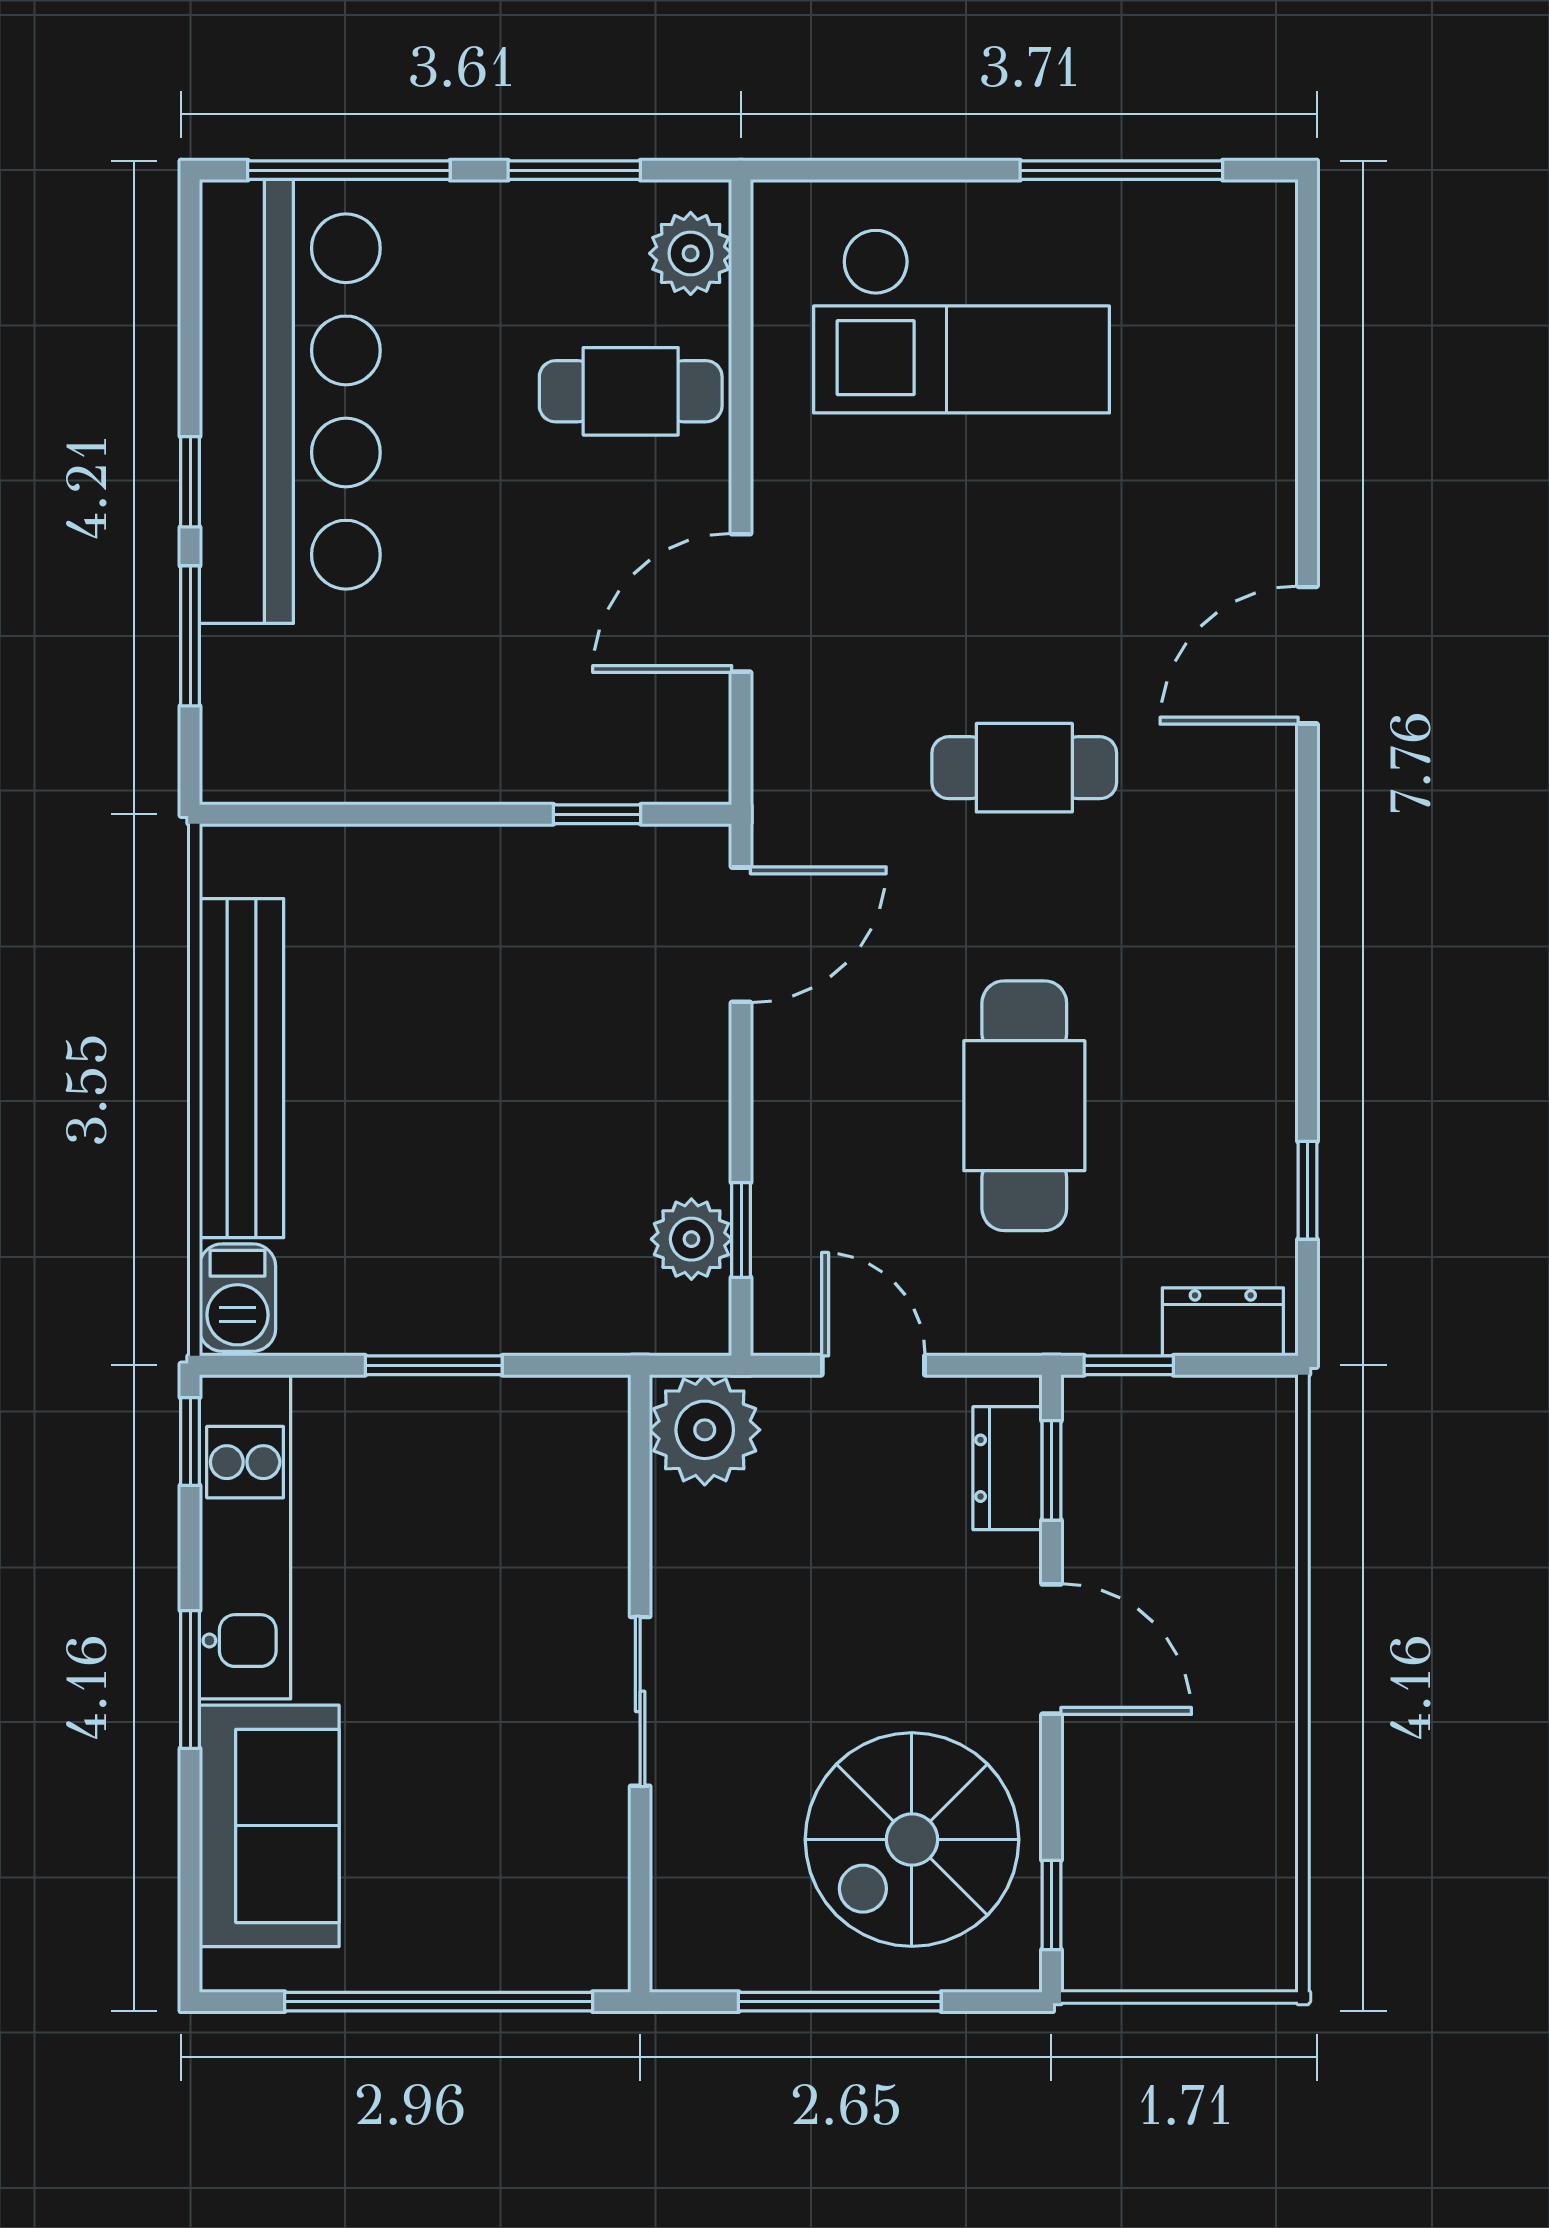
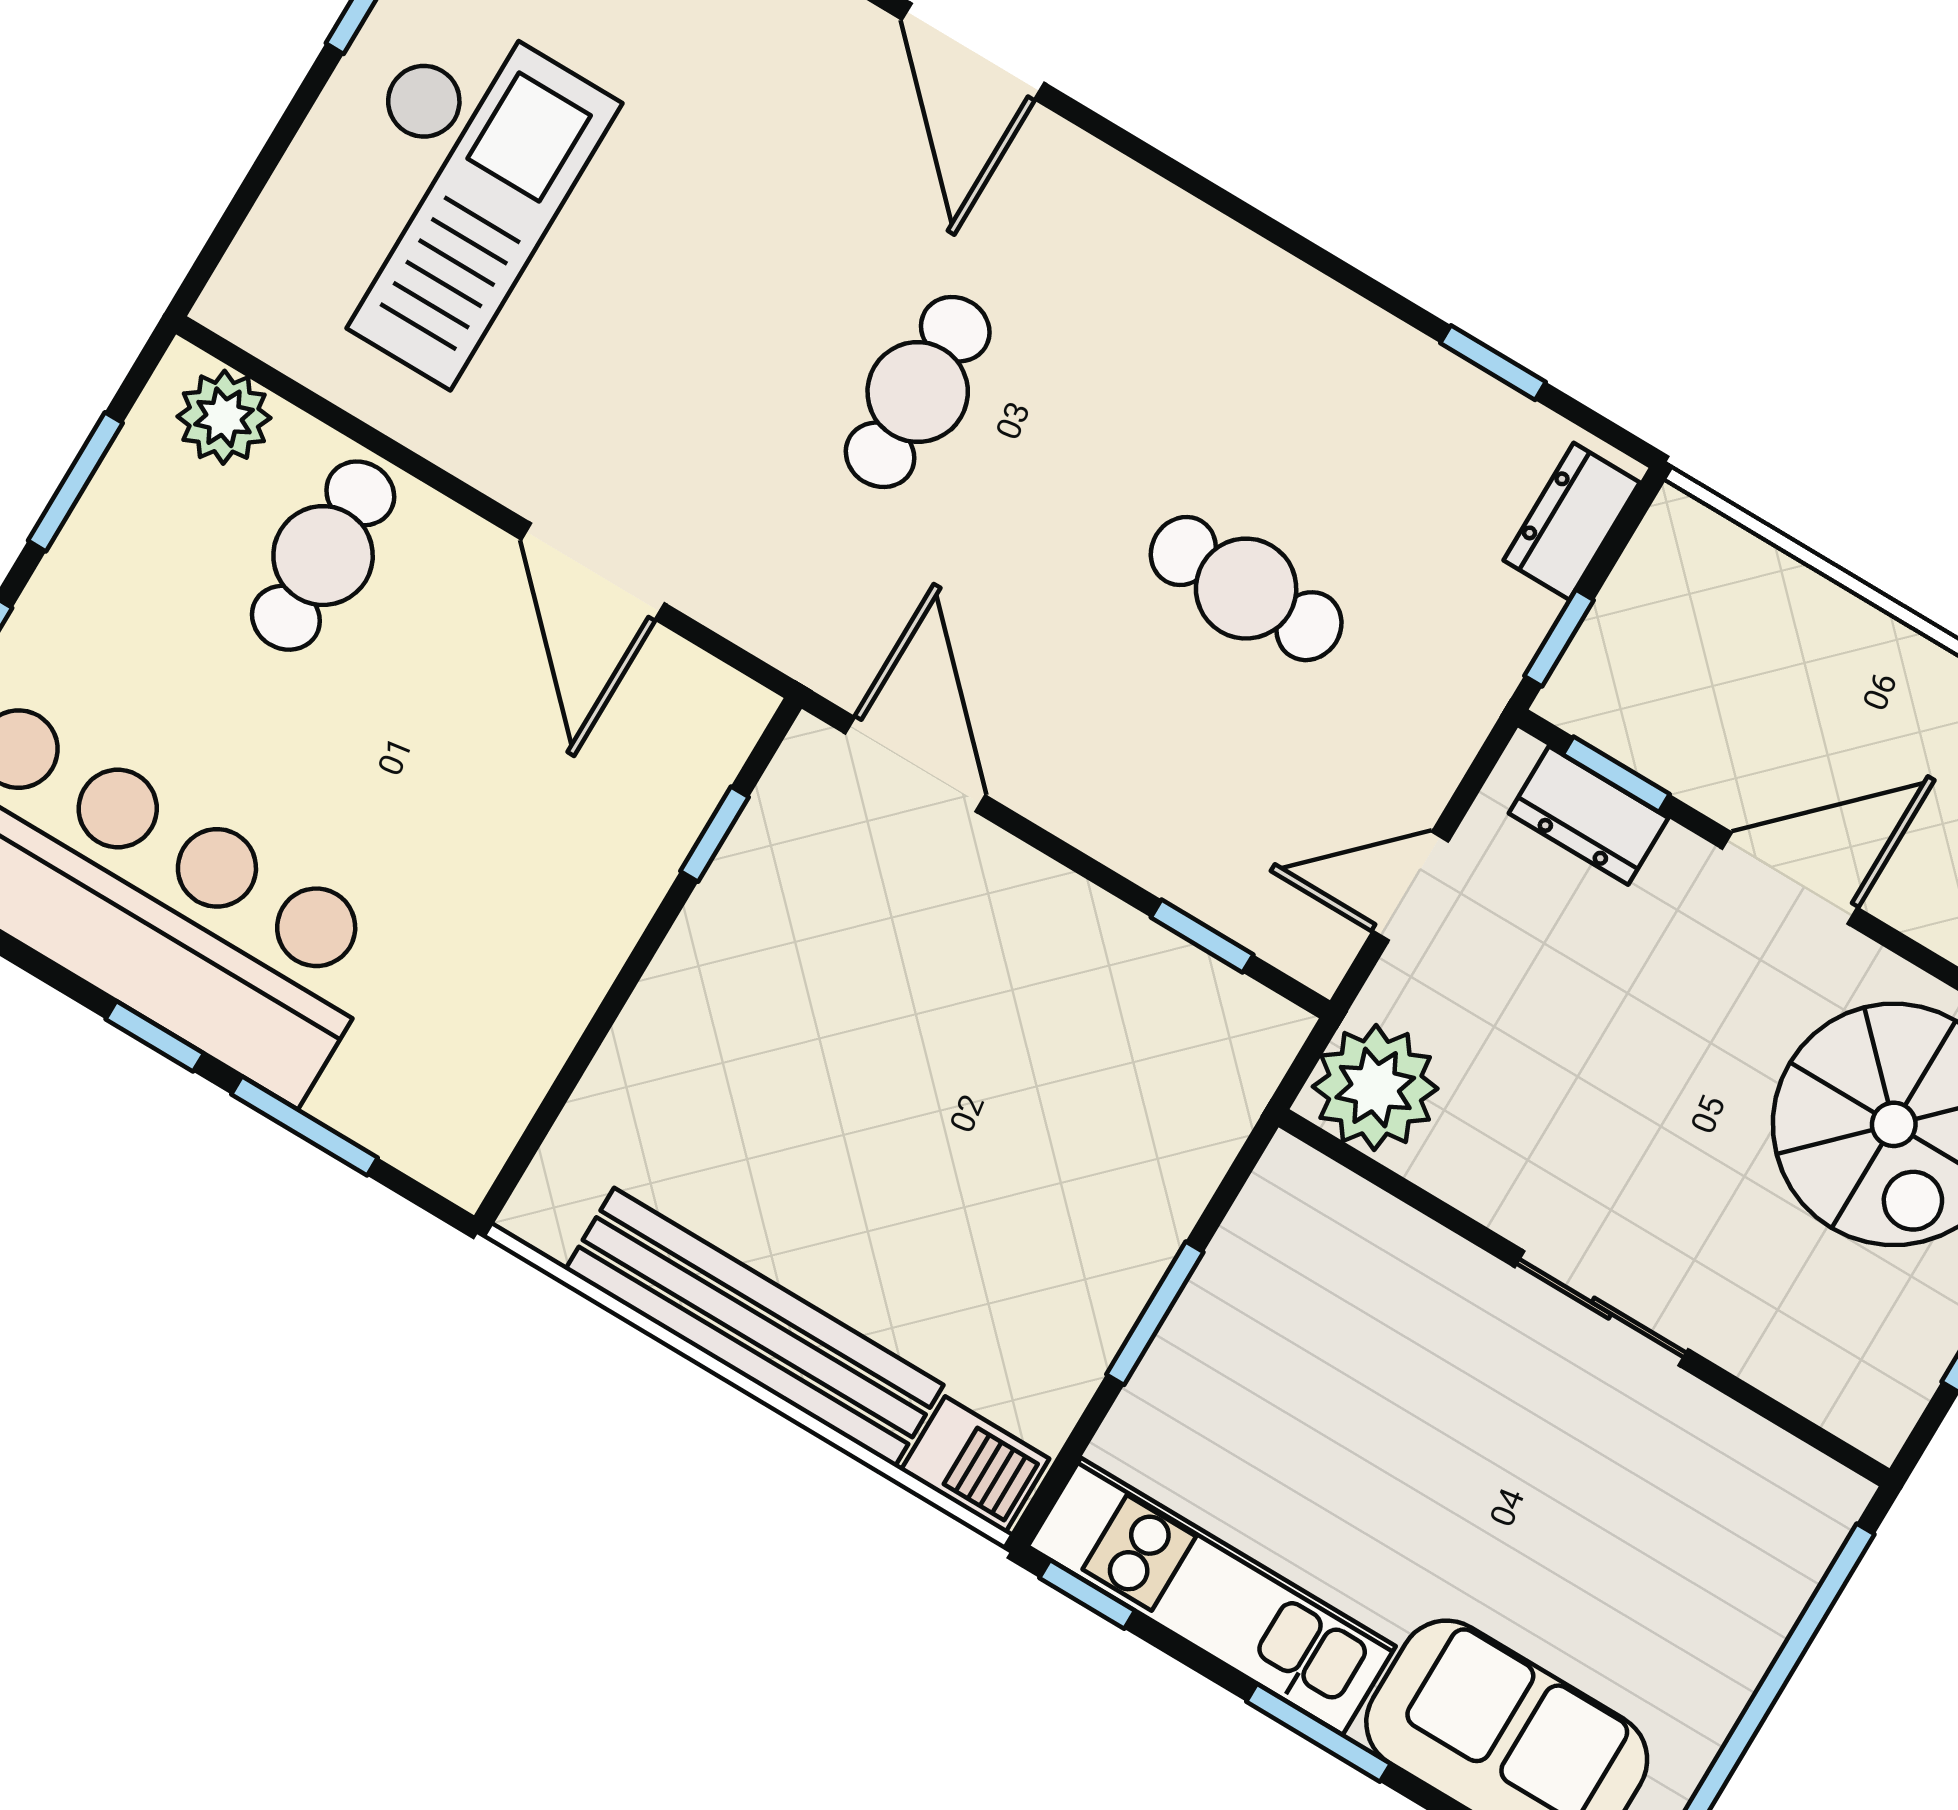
cafe table: (1024, 1106) -> (1246, 589), width x0.73, depth x0.74
plant: (691, 1239) -> (1182, 990), removed

